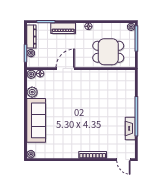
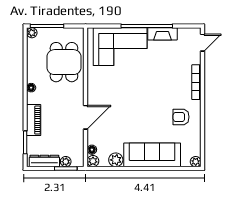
door: (65, 69) -> (86, 117), swing flipped
corner sofa: (120, 95) -> (120, 47), added
armchair: (66, 143) -> (181, 117), added

